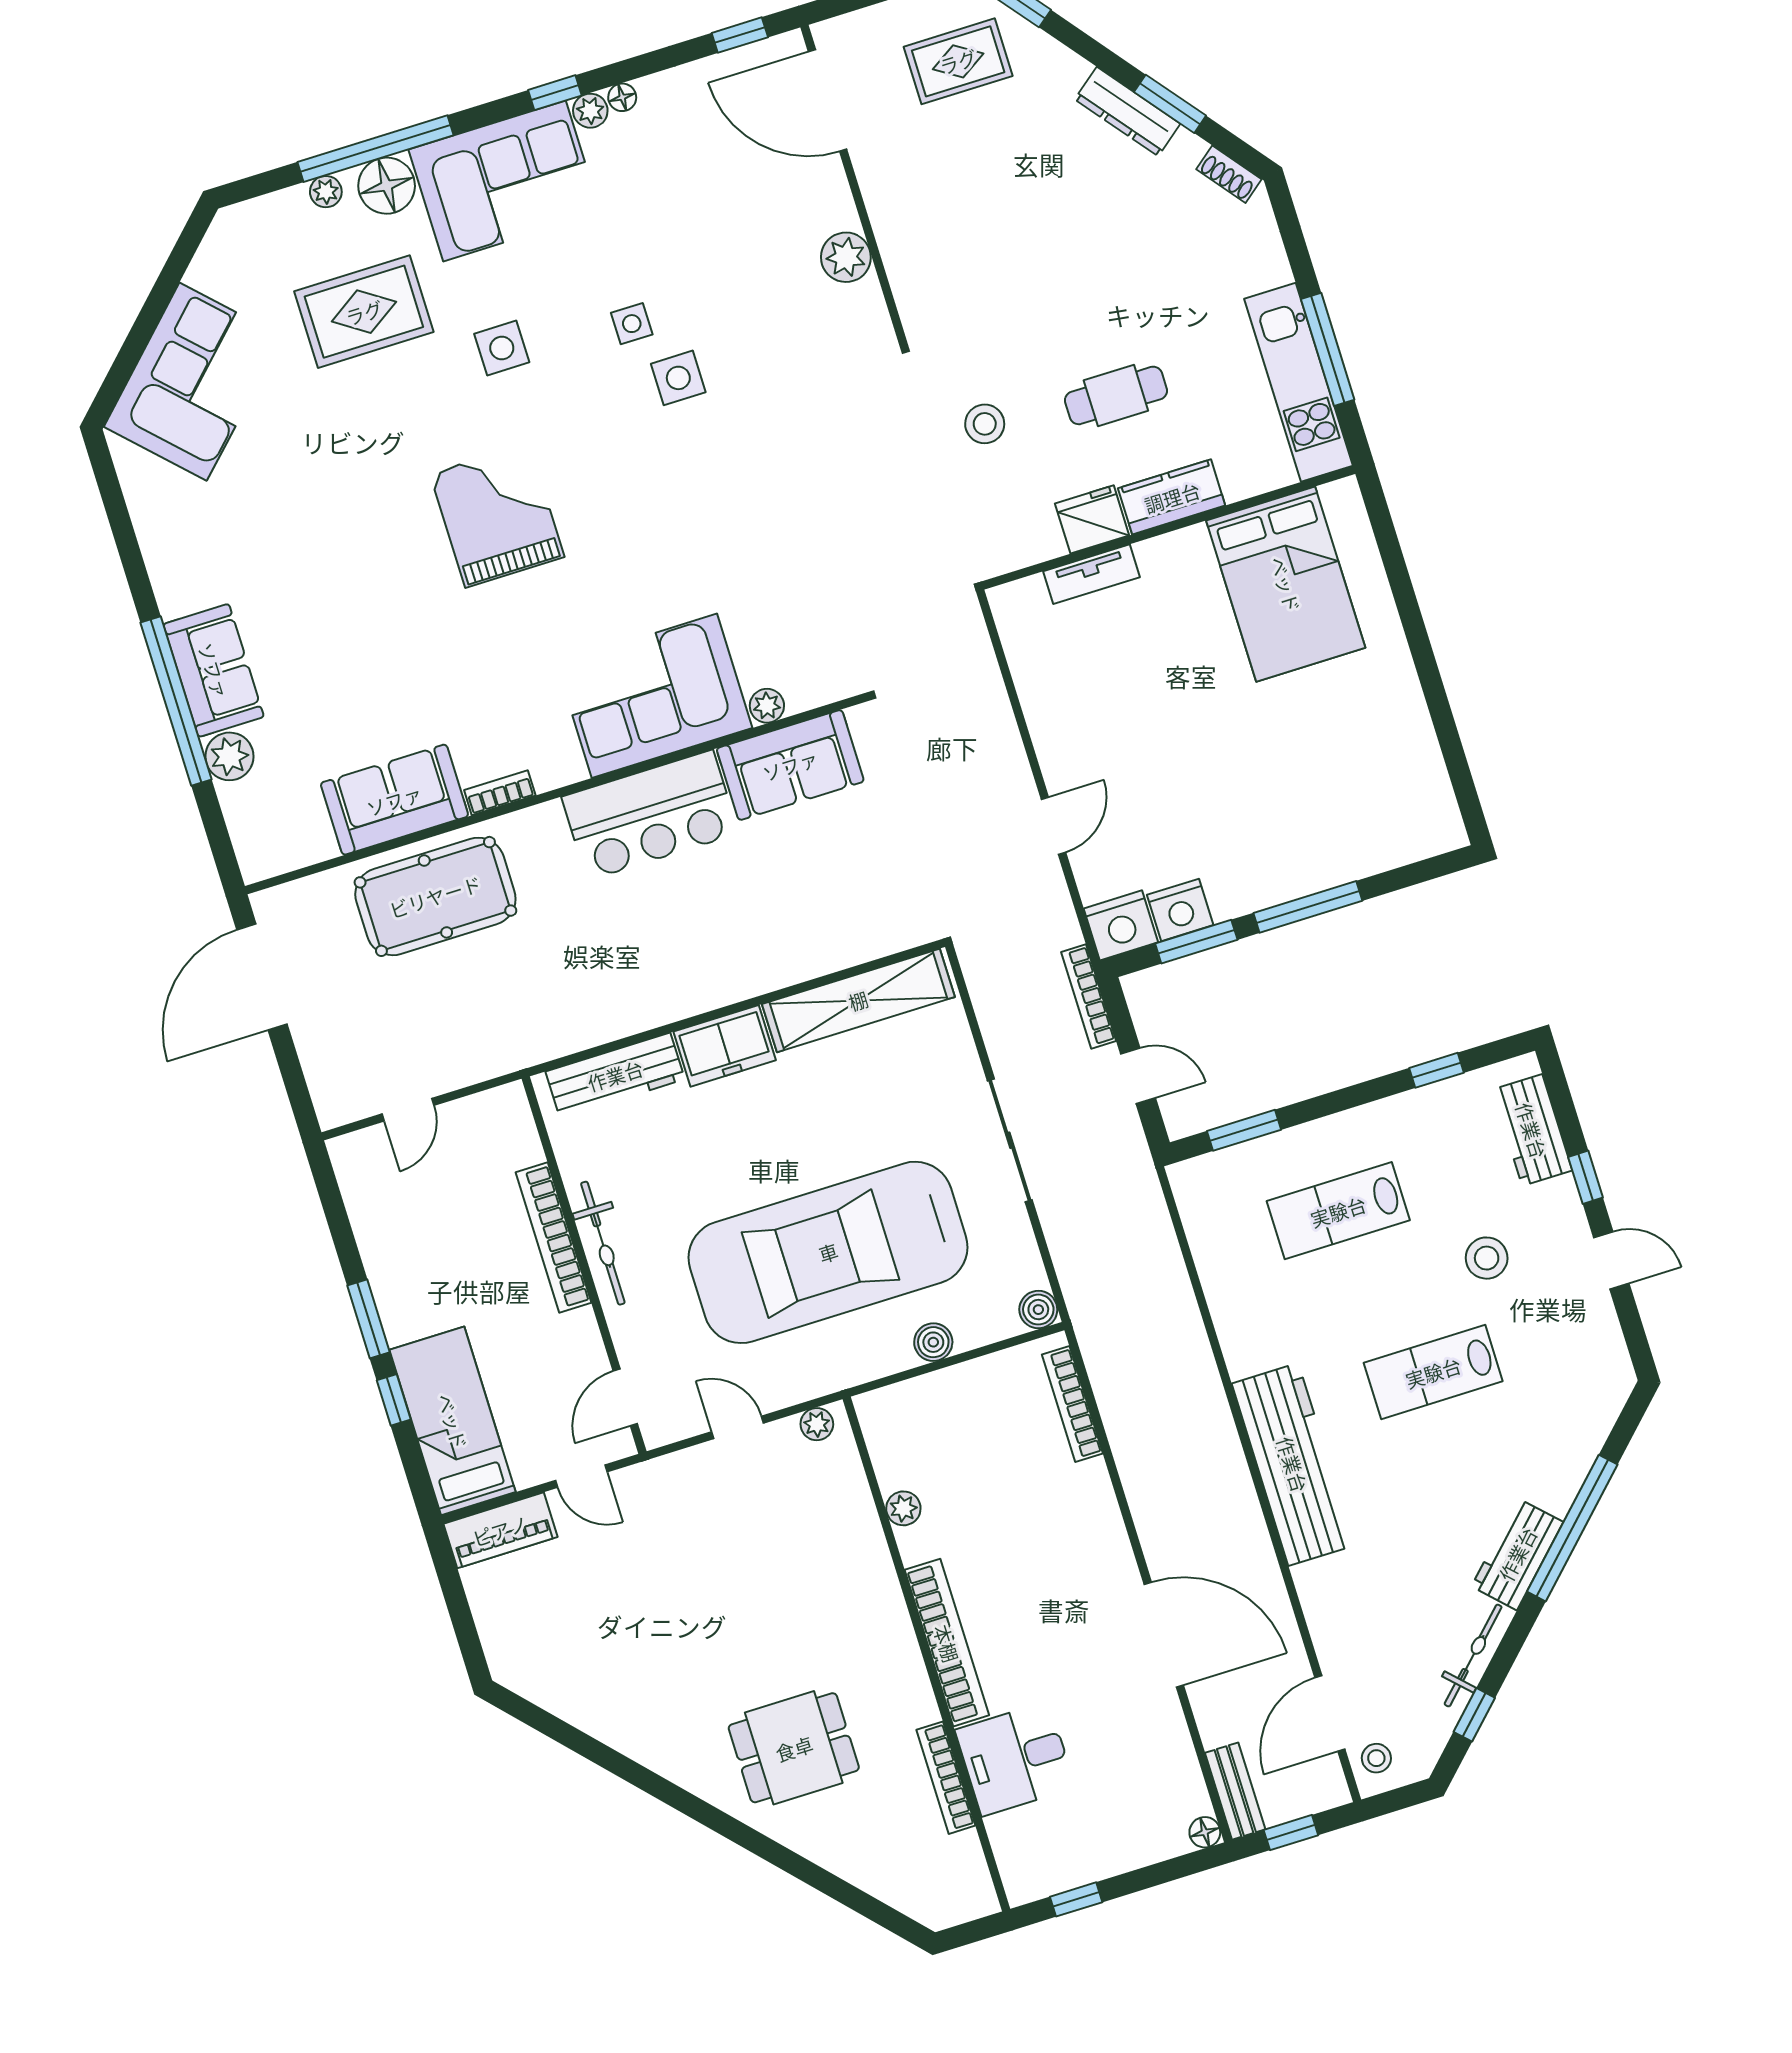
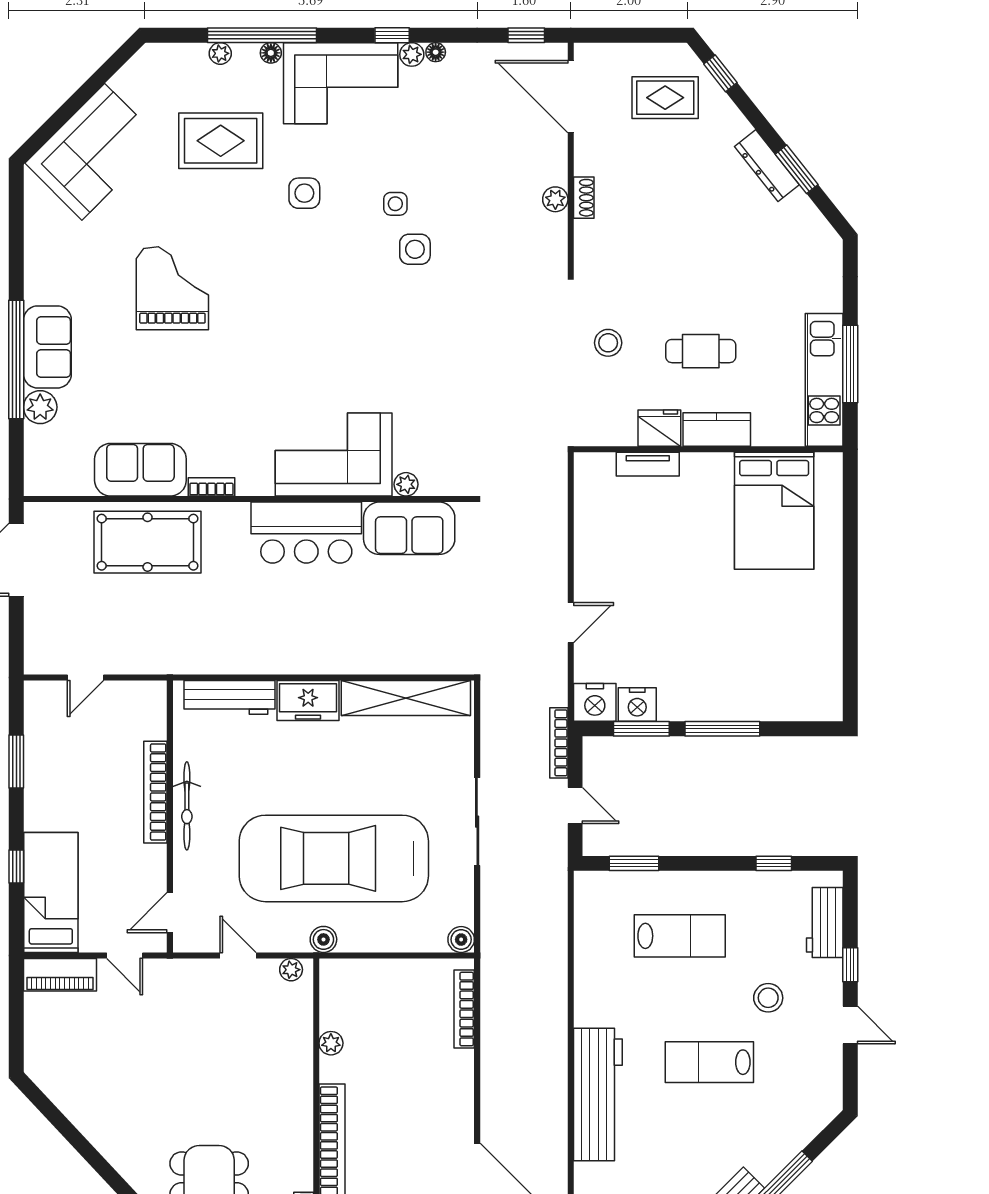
shoe rack: (1229, 174) -> (584, 198), moved, turned -142
floor lamp: (387, 186) -> (271, 53), width x0.53, depth x0.53
plant: (846, 257) -> (555, 199), width x0.73, depth x0.73
grand piano: (497, 515) -> (172, 288), moved
lab bench: (1338, 1211) -> (680, 936), turned 180
window: (369, 1319) -> (16, 761), moved
boiler: (933, 1342) -> (323, 939), moved

